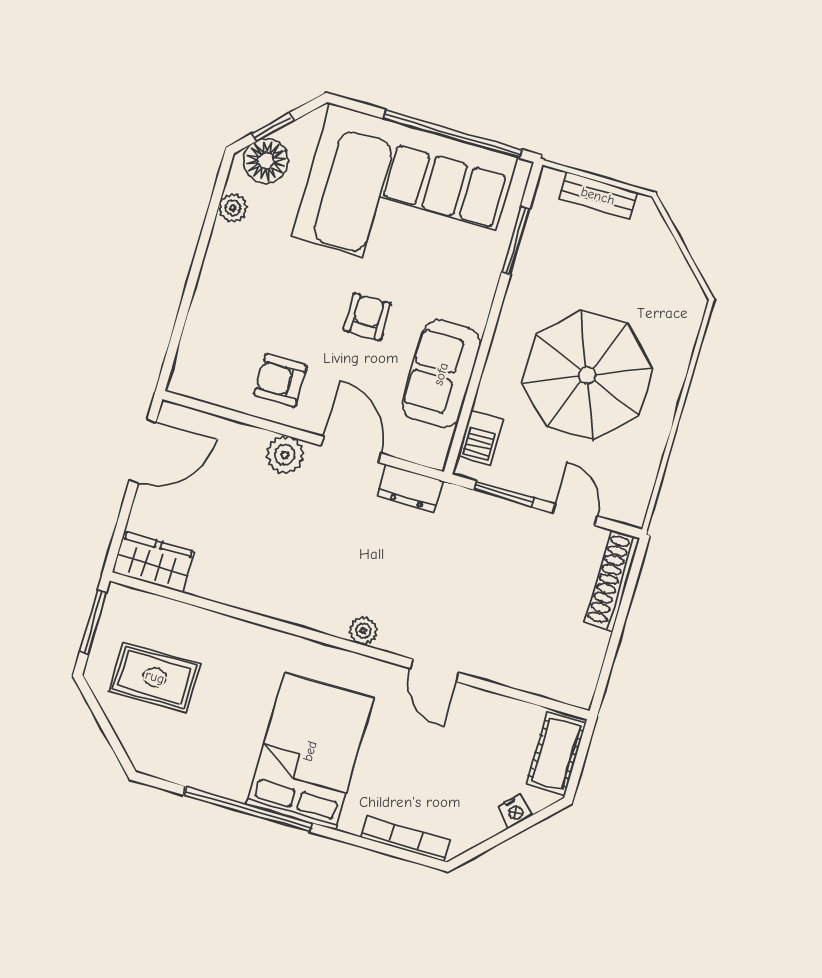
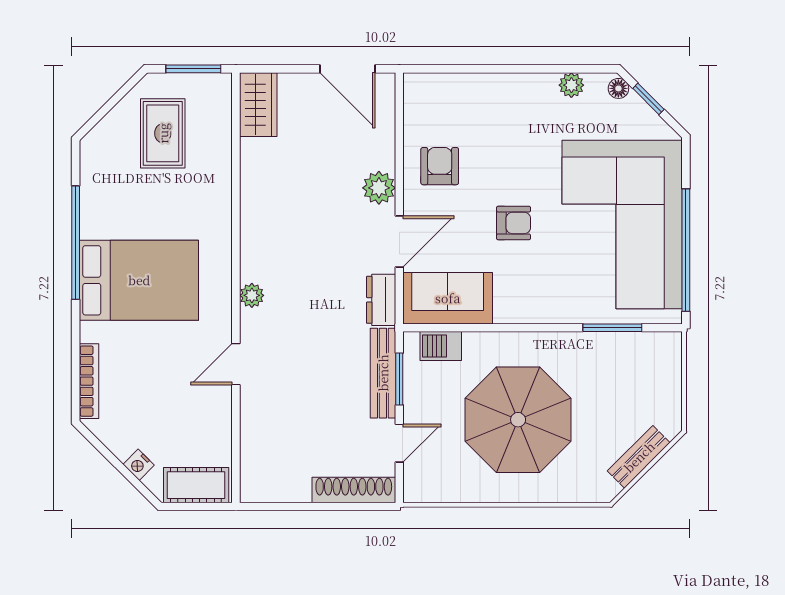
floor lamp: (266, 161) -> (618, 88), width x0.53, depth x0.53
bench: (598, 196) -> (639, 457), moved, turned 45
sofa: (441, 374) -> (448, 298), moved
bench: (492, 510) -> (383, 373), added

